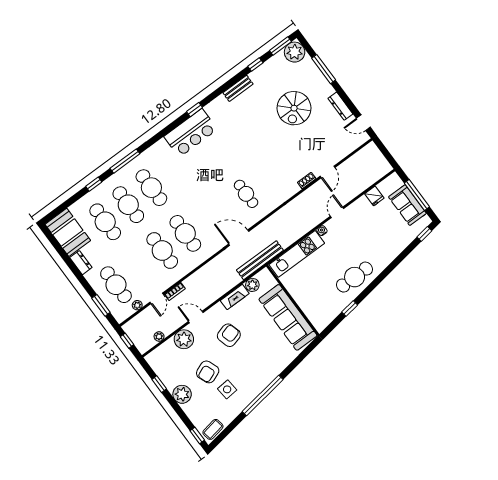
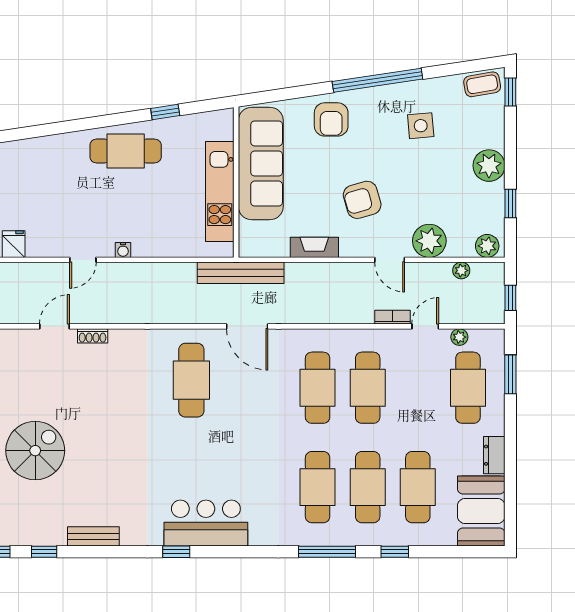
cafe table: (246, 194) -> (191, 380), width x1.37, depth x1.35
kitchen unit: (297, 254) -> (220, 191), moved, turned -90
plant: (252, 285) -> (487, 246), moved
armchair: (208, 372) -> (331, 119), moved, turned 112

